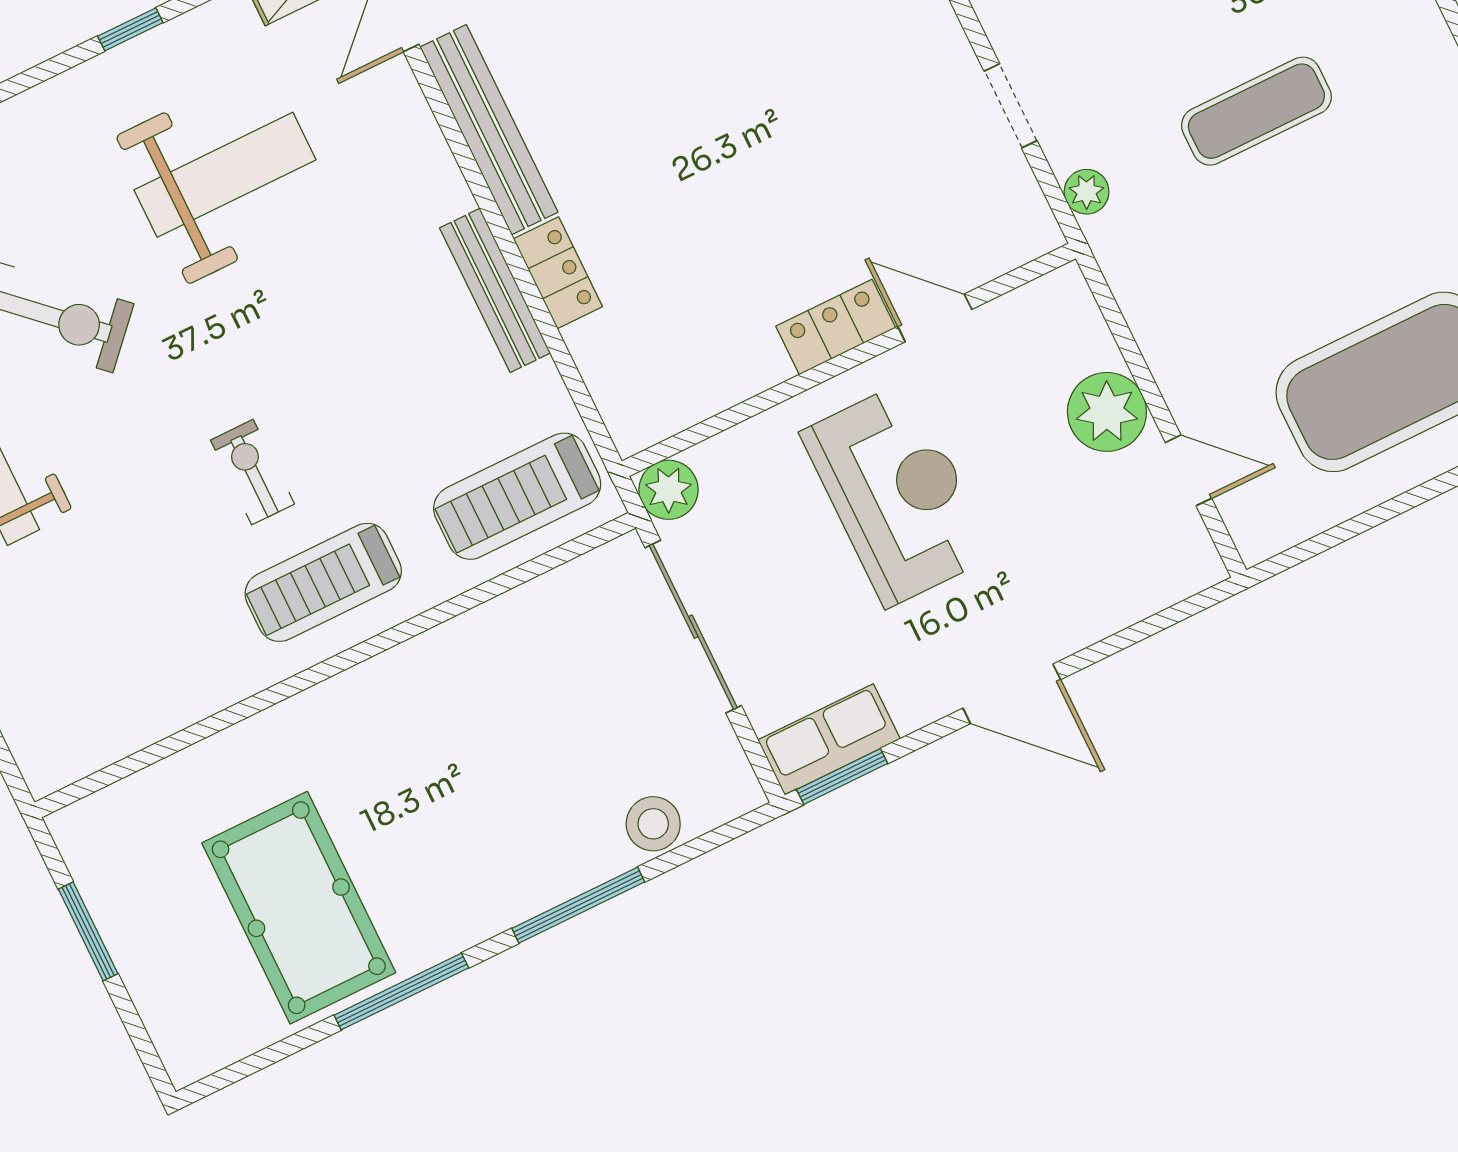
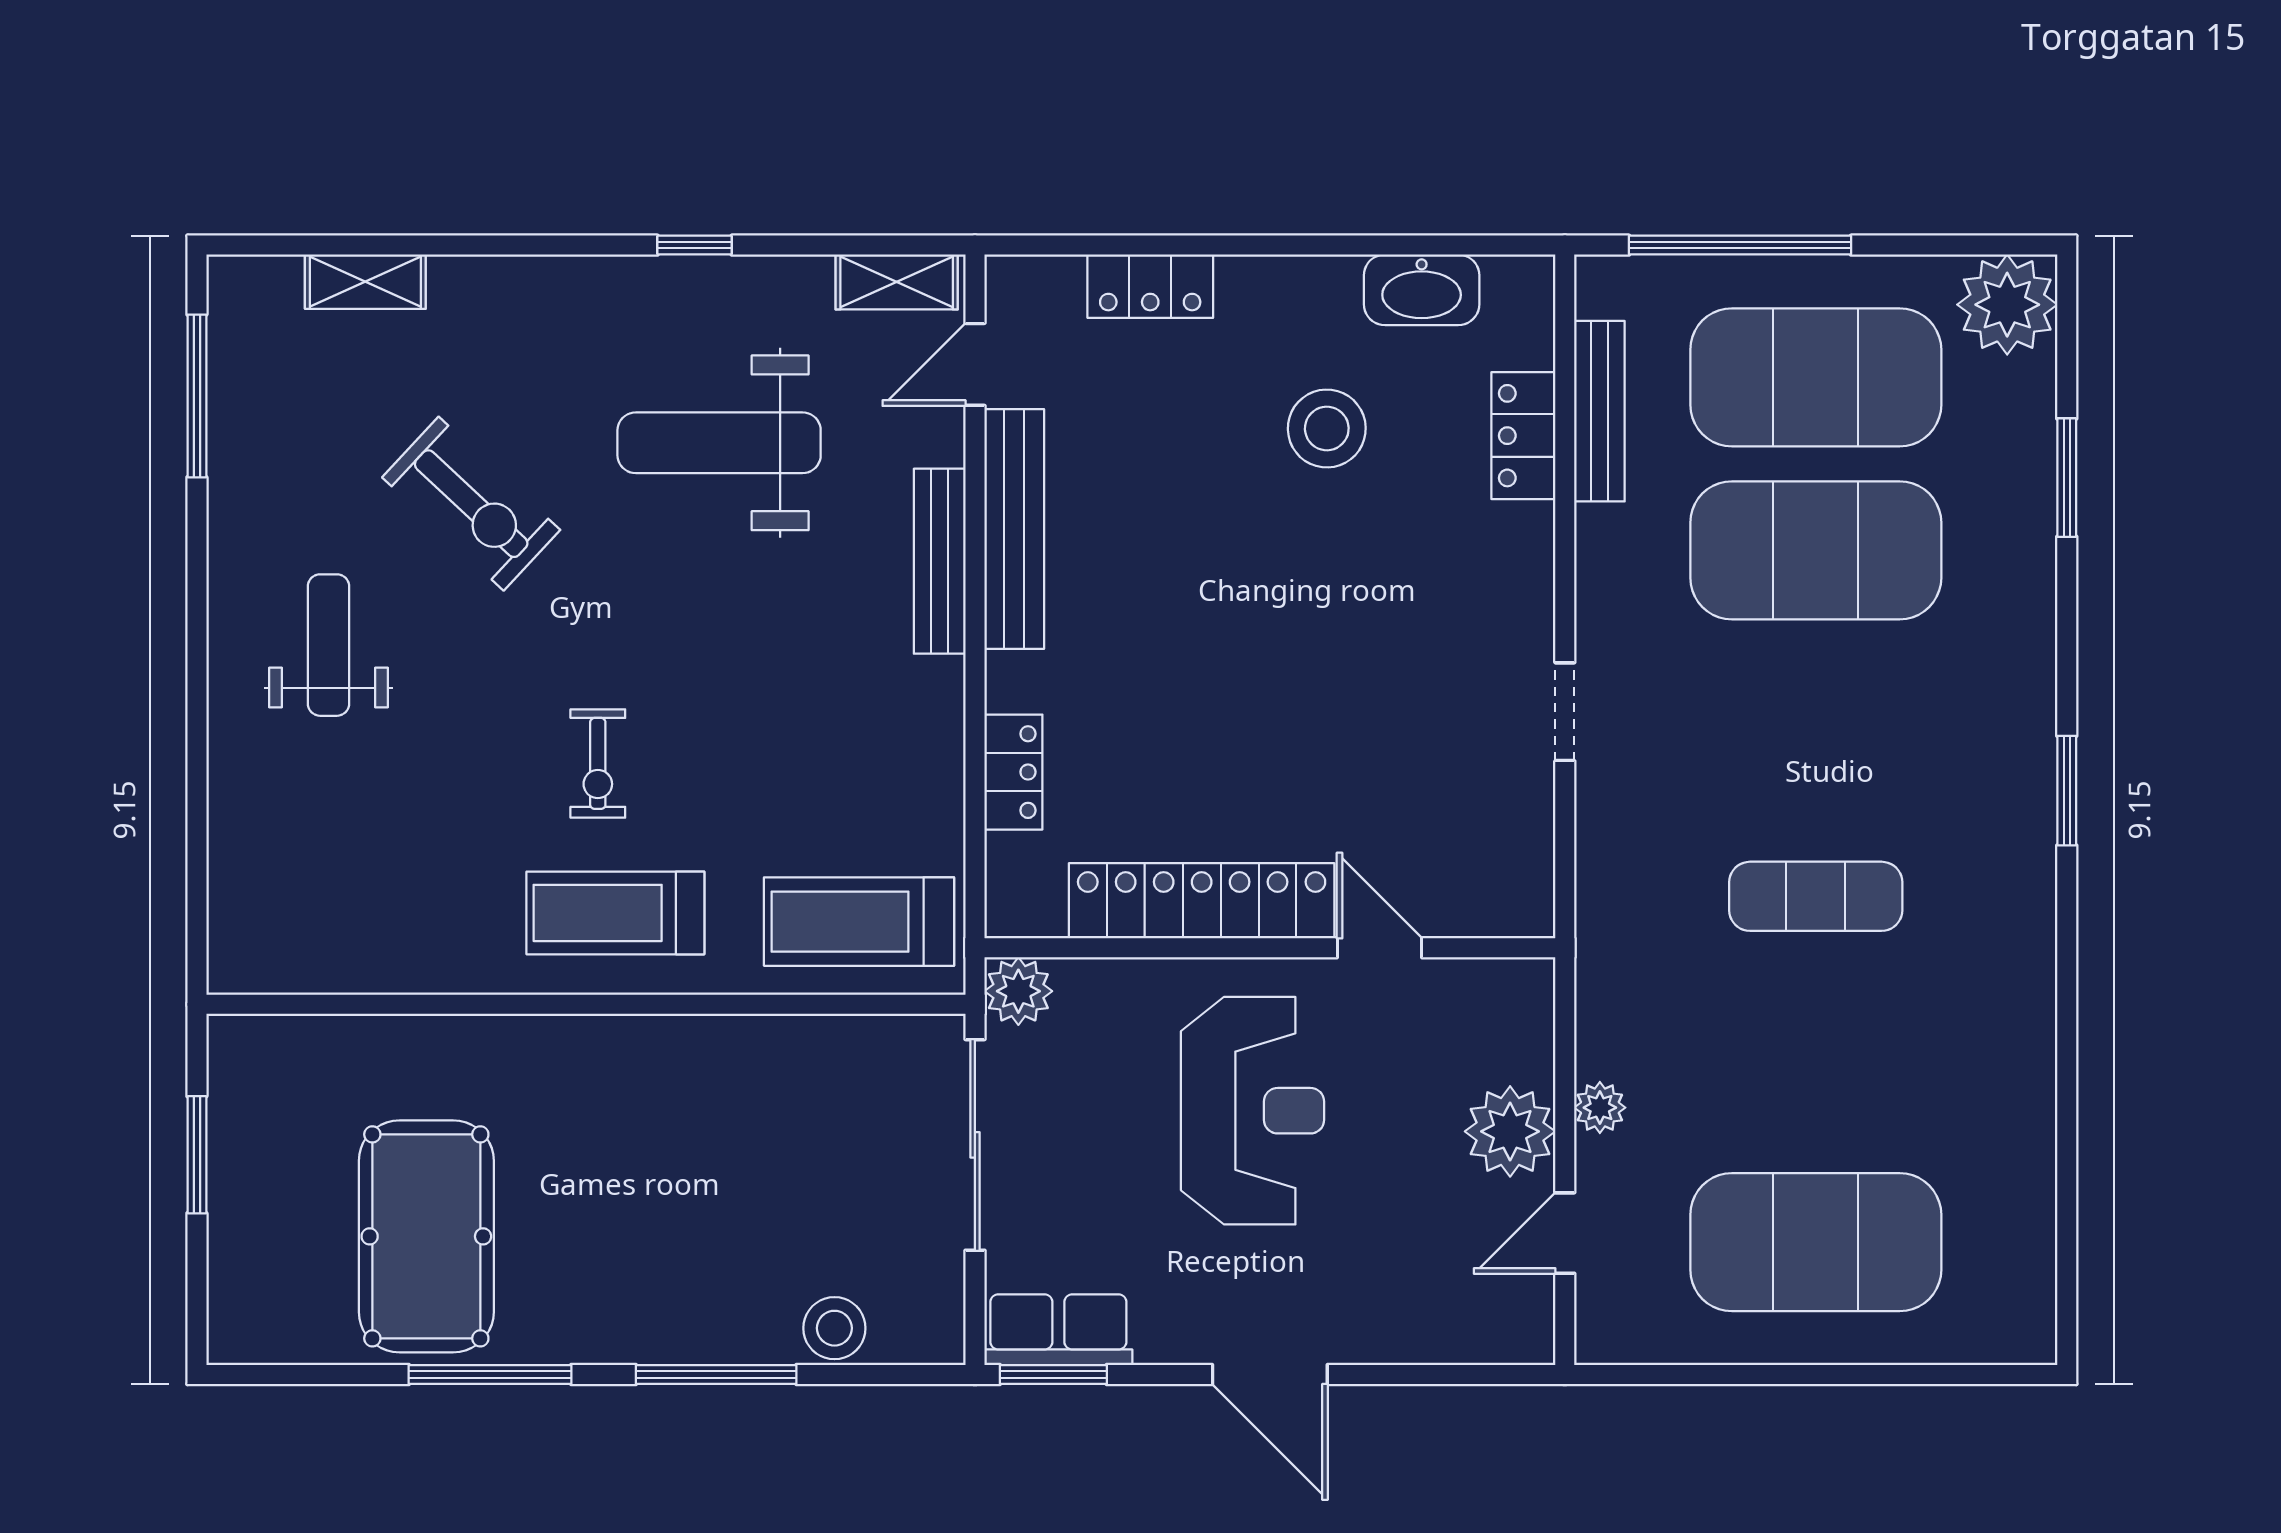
doorway: (1011, 106) -> (1565, 712), moved
weight bench: (225, 175) -> (719, 443), turned 180
plant: (1087, 192) -> (1600, 1108), moved
locker: (558, 273) -> (1013, 772), moved
bench: (495, 290) -> (940, 561), moved
locker: (836, 327) -> (1202, 901), width x2.16, depth x1.21
door: (1189, 470) -> (1565, 1233), swing flipped
exercise bike: (252, 472) -> (598, 763), turned 180

